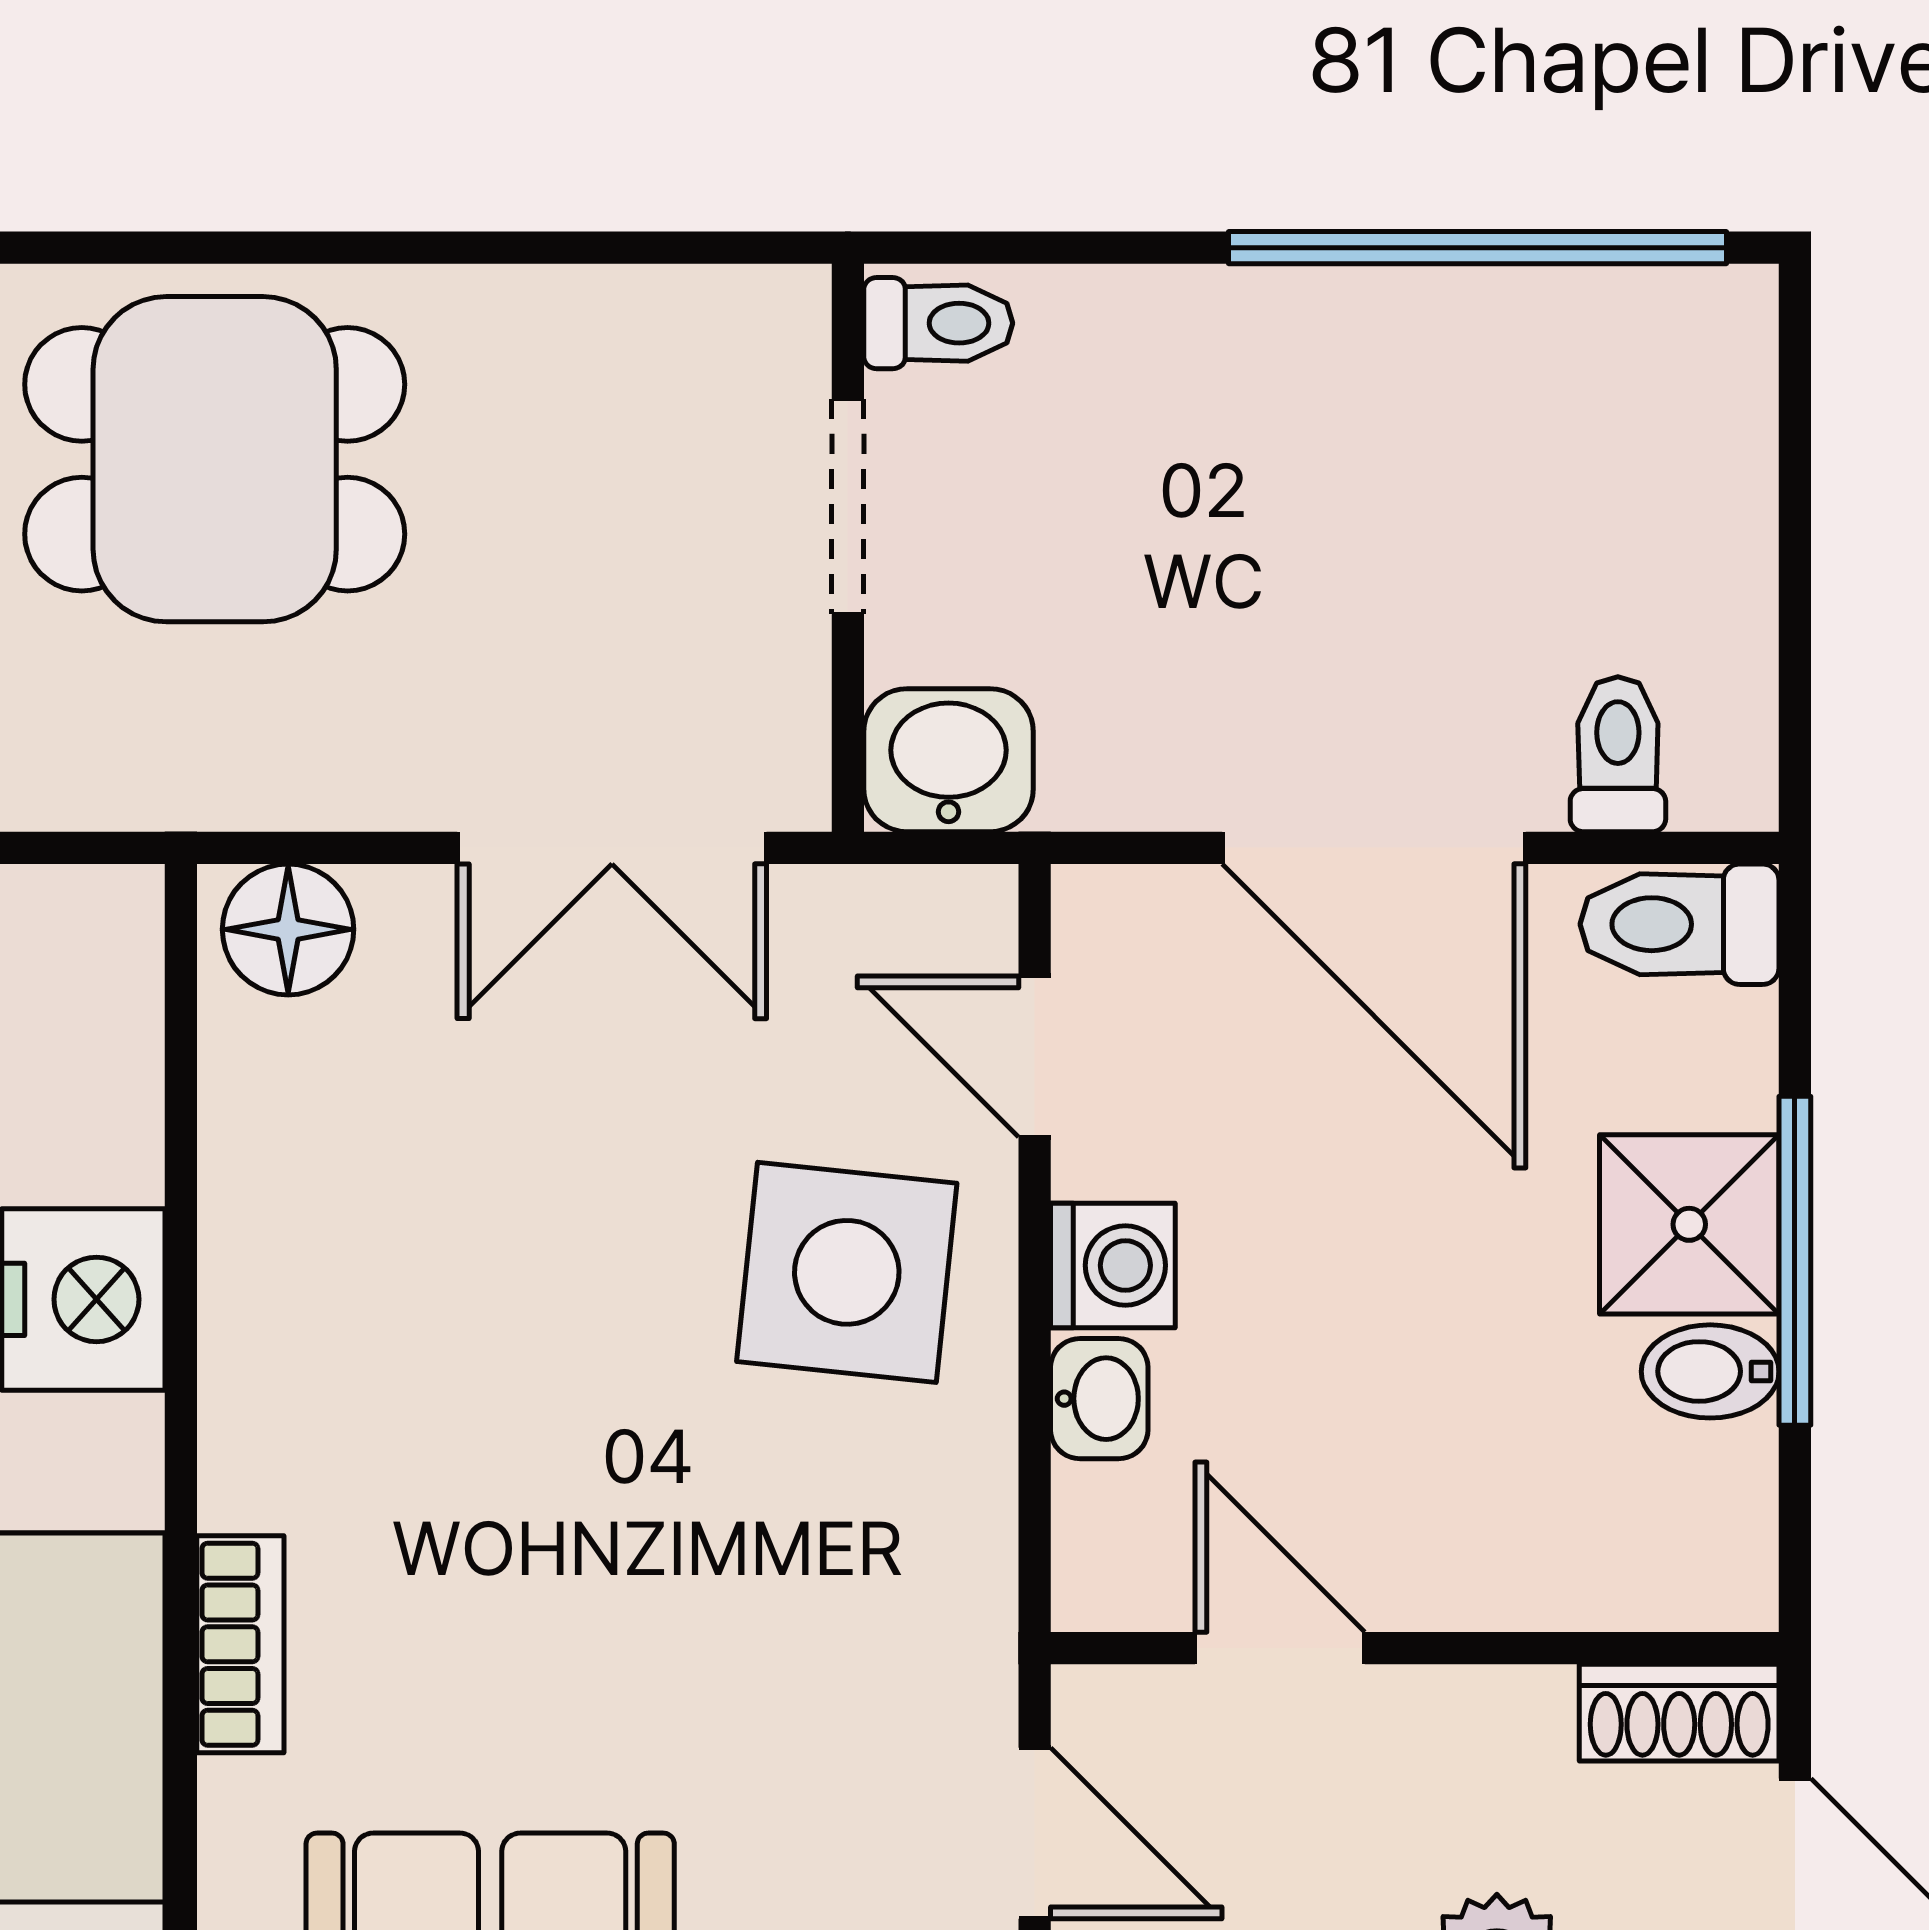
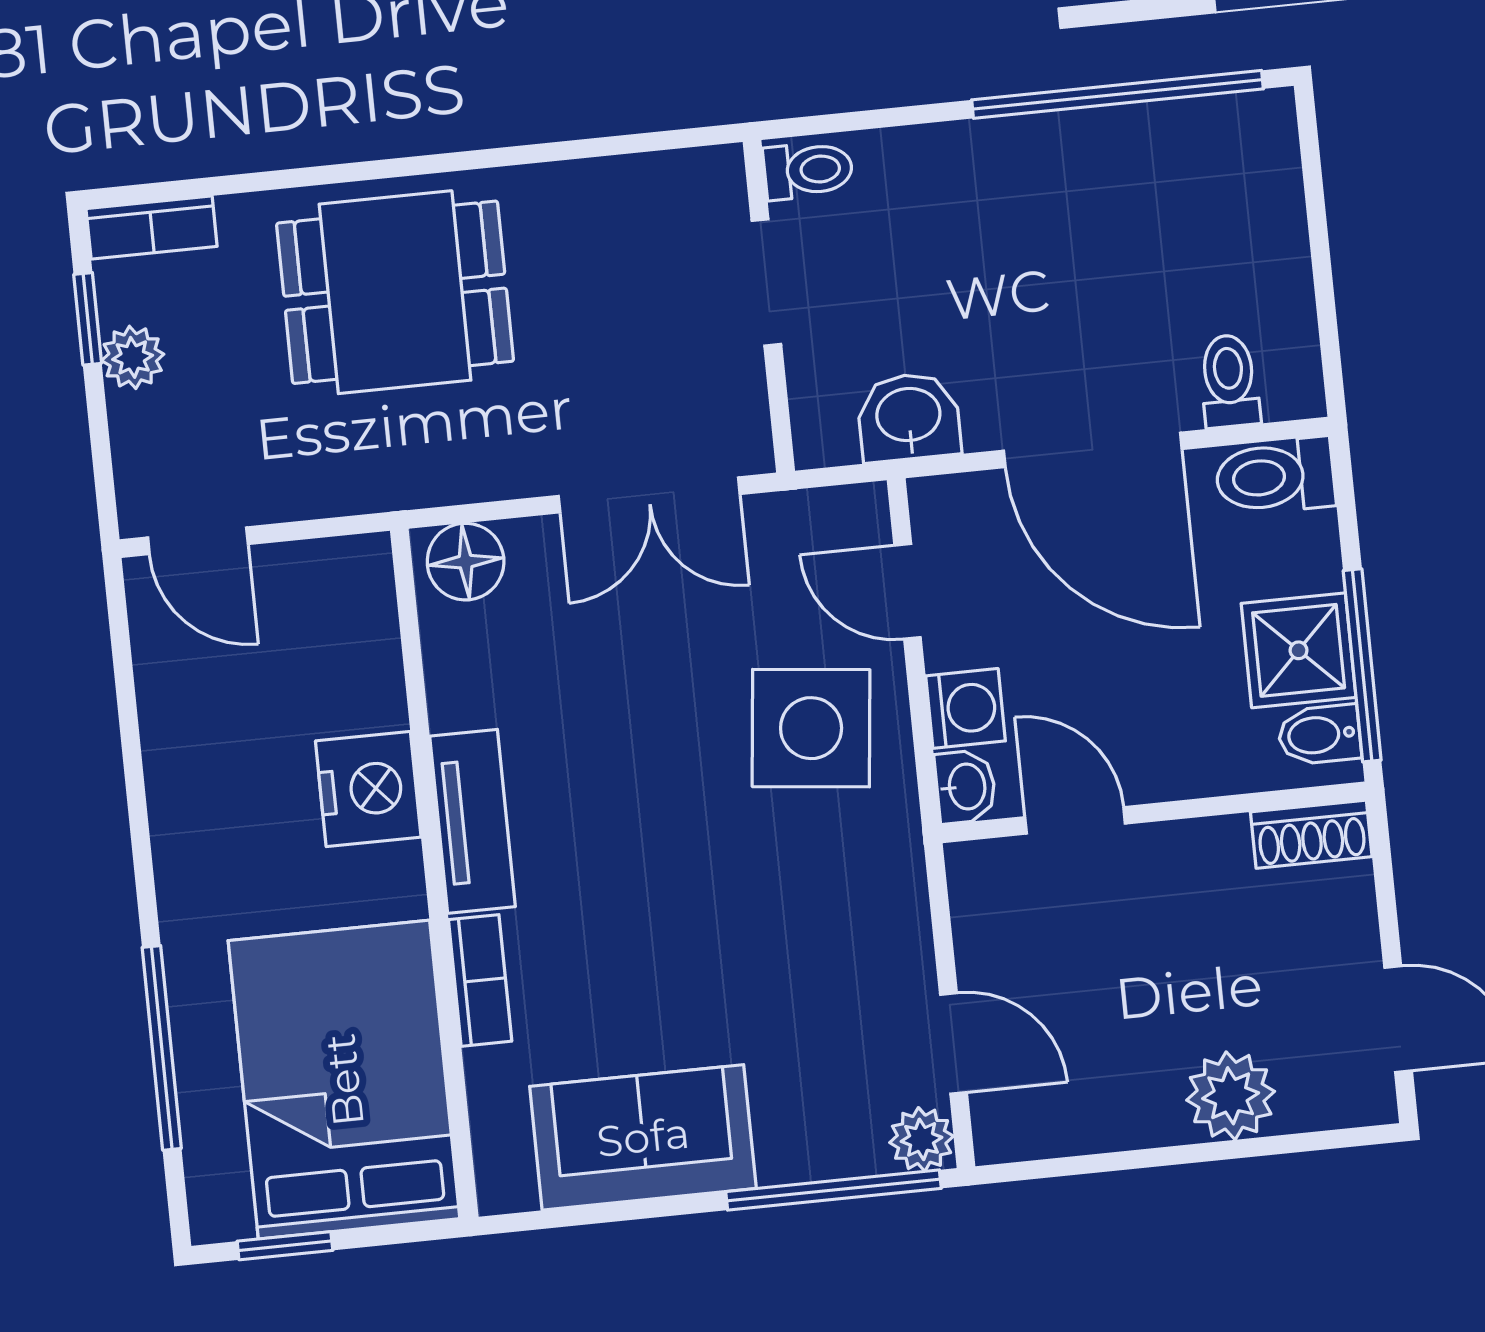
washbasin: (949, 760) -> (909, 417), moved
tv unit: (255, 1373) -> (473, 821), added
door: (1280, 1648) -> (1075, 820), moved
wall: (1415, 1648) -> (1154, 812), moved
shoe rack: (1679, 1713) -> (1311, 834), moved

